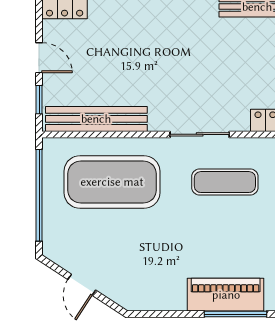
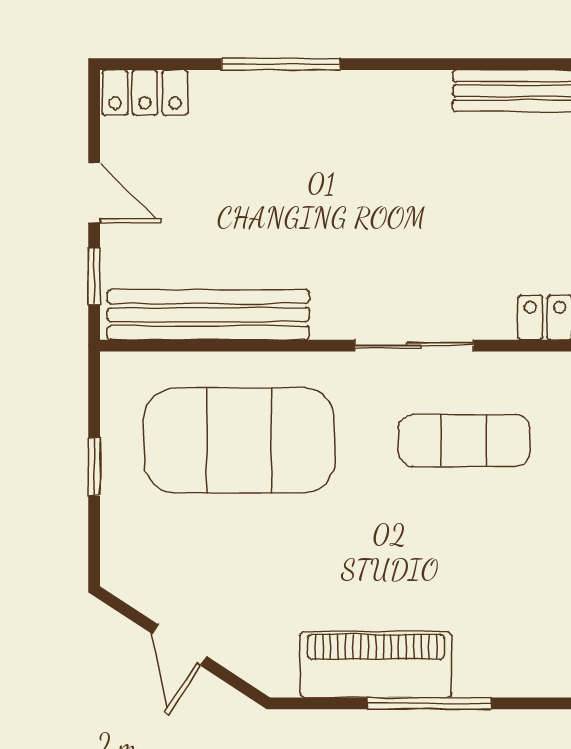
window: (39, 195) -> (94, 467), width x0.32
piano: (226, 295) -> (376, 665), moved
window: (235, 314) -> (429, 703), moved

